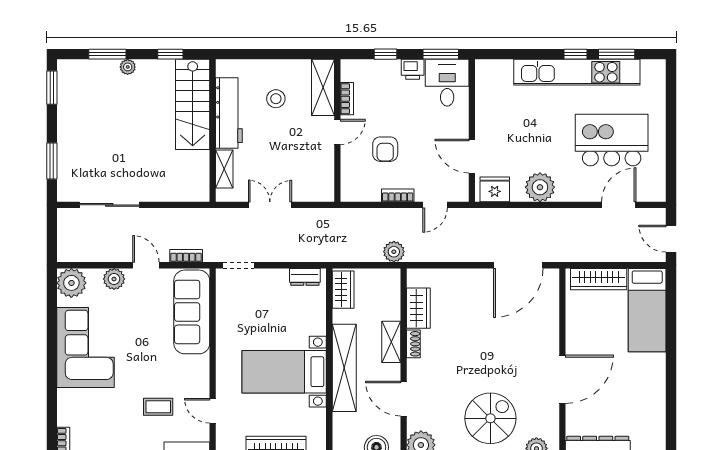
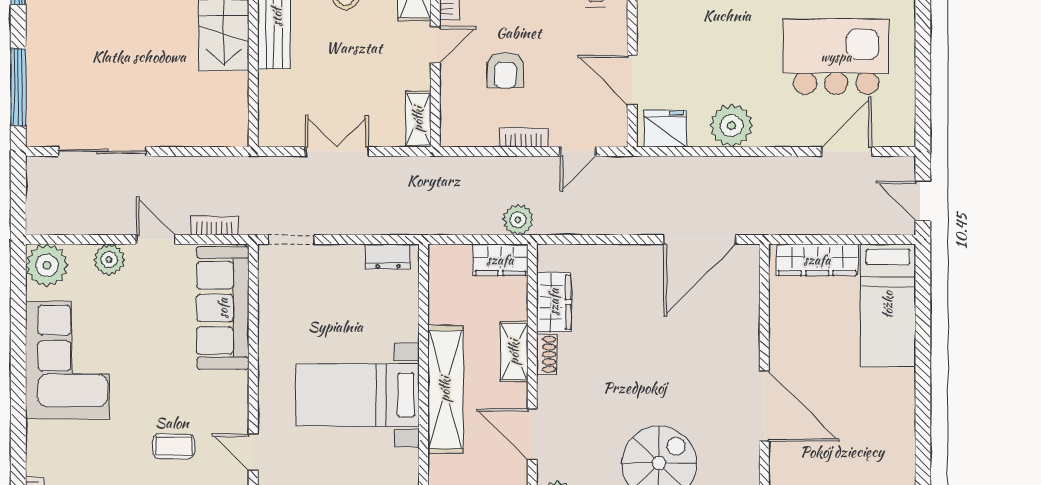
window: (52, 161) -> (18, 87), width x1.44
shelving: (224, 169) -> (418, 119), moved
wardrobe: (343, 290) -> (500, 260), moved, turned 90
door: (562, 379) -> (764, 406), hinge flipped

